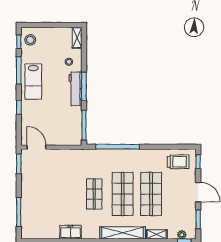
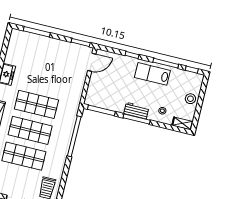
stool: (30, 40) -> (190, 99), moved
workbench: (75, 89) -> (136, 111), width x0.73
shop shelf: (94, 194) -> (36, 104), width x1.43, depth x1.36

